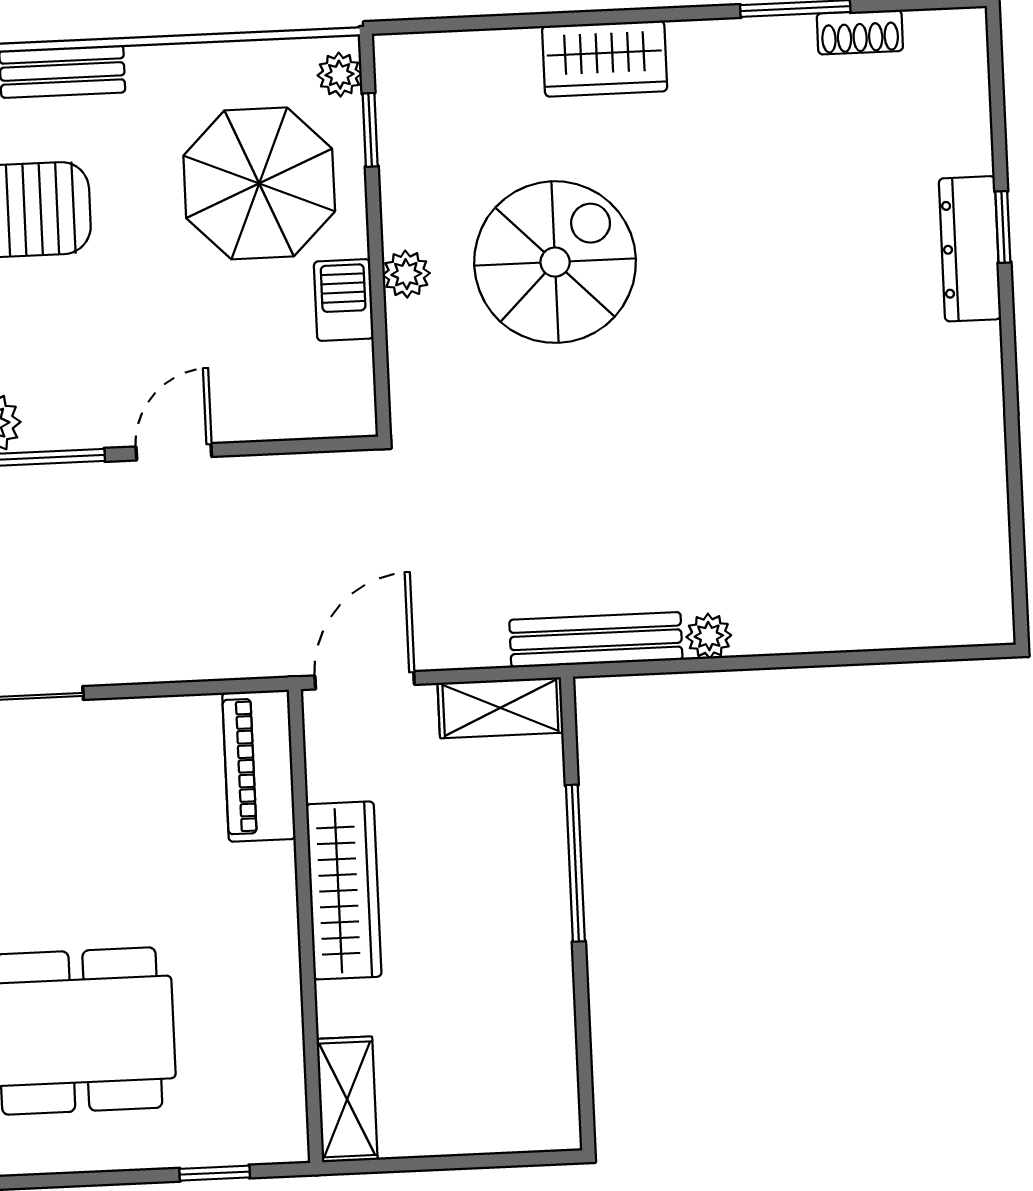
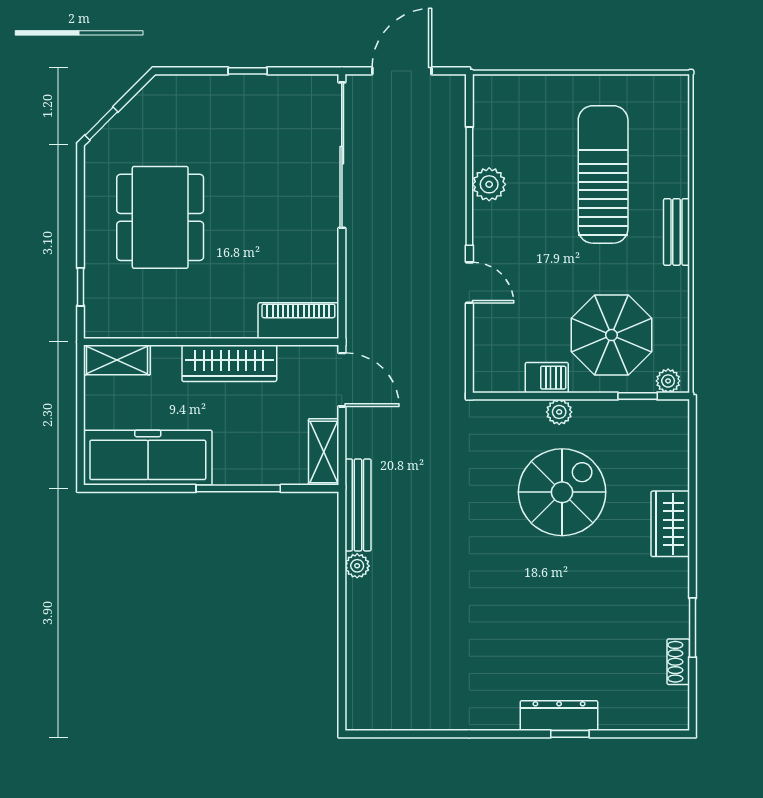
spiral stairs: (555, 262) -> (562, 492), turned -90
freezer: (526, 1034) -> (148, 458), added

